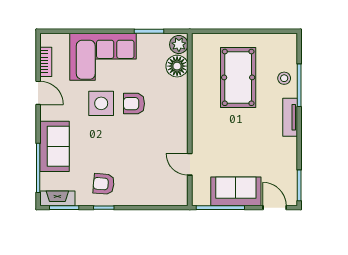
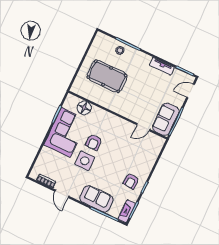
plant: (179, 45) -> (72, 101), removed
corner sofa: (103, 57) -> (66, 132), moved
door: (38, 93) -> (62, 194), swing flipped
tv unit: (290, 117) -> (162, 66), moved
sofa: (236, 191) -> (166, 119), moved

